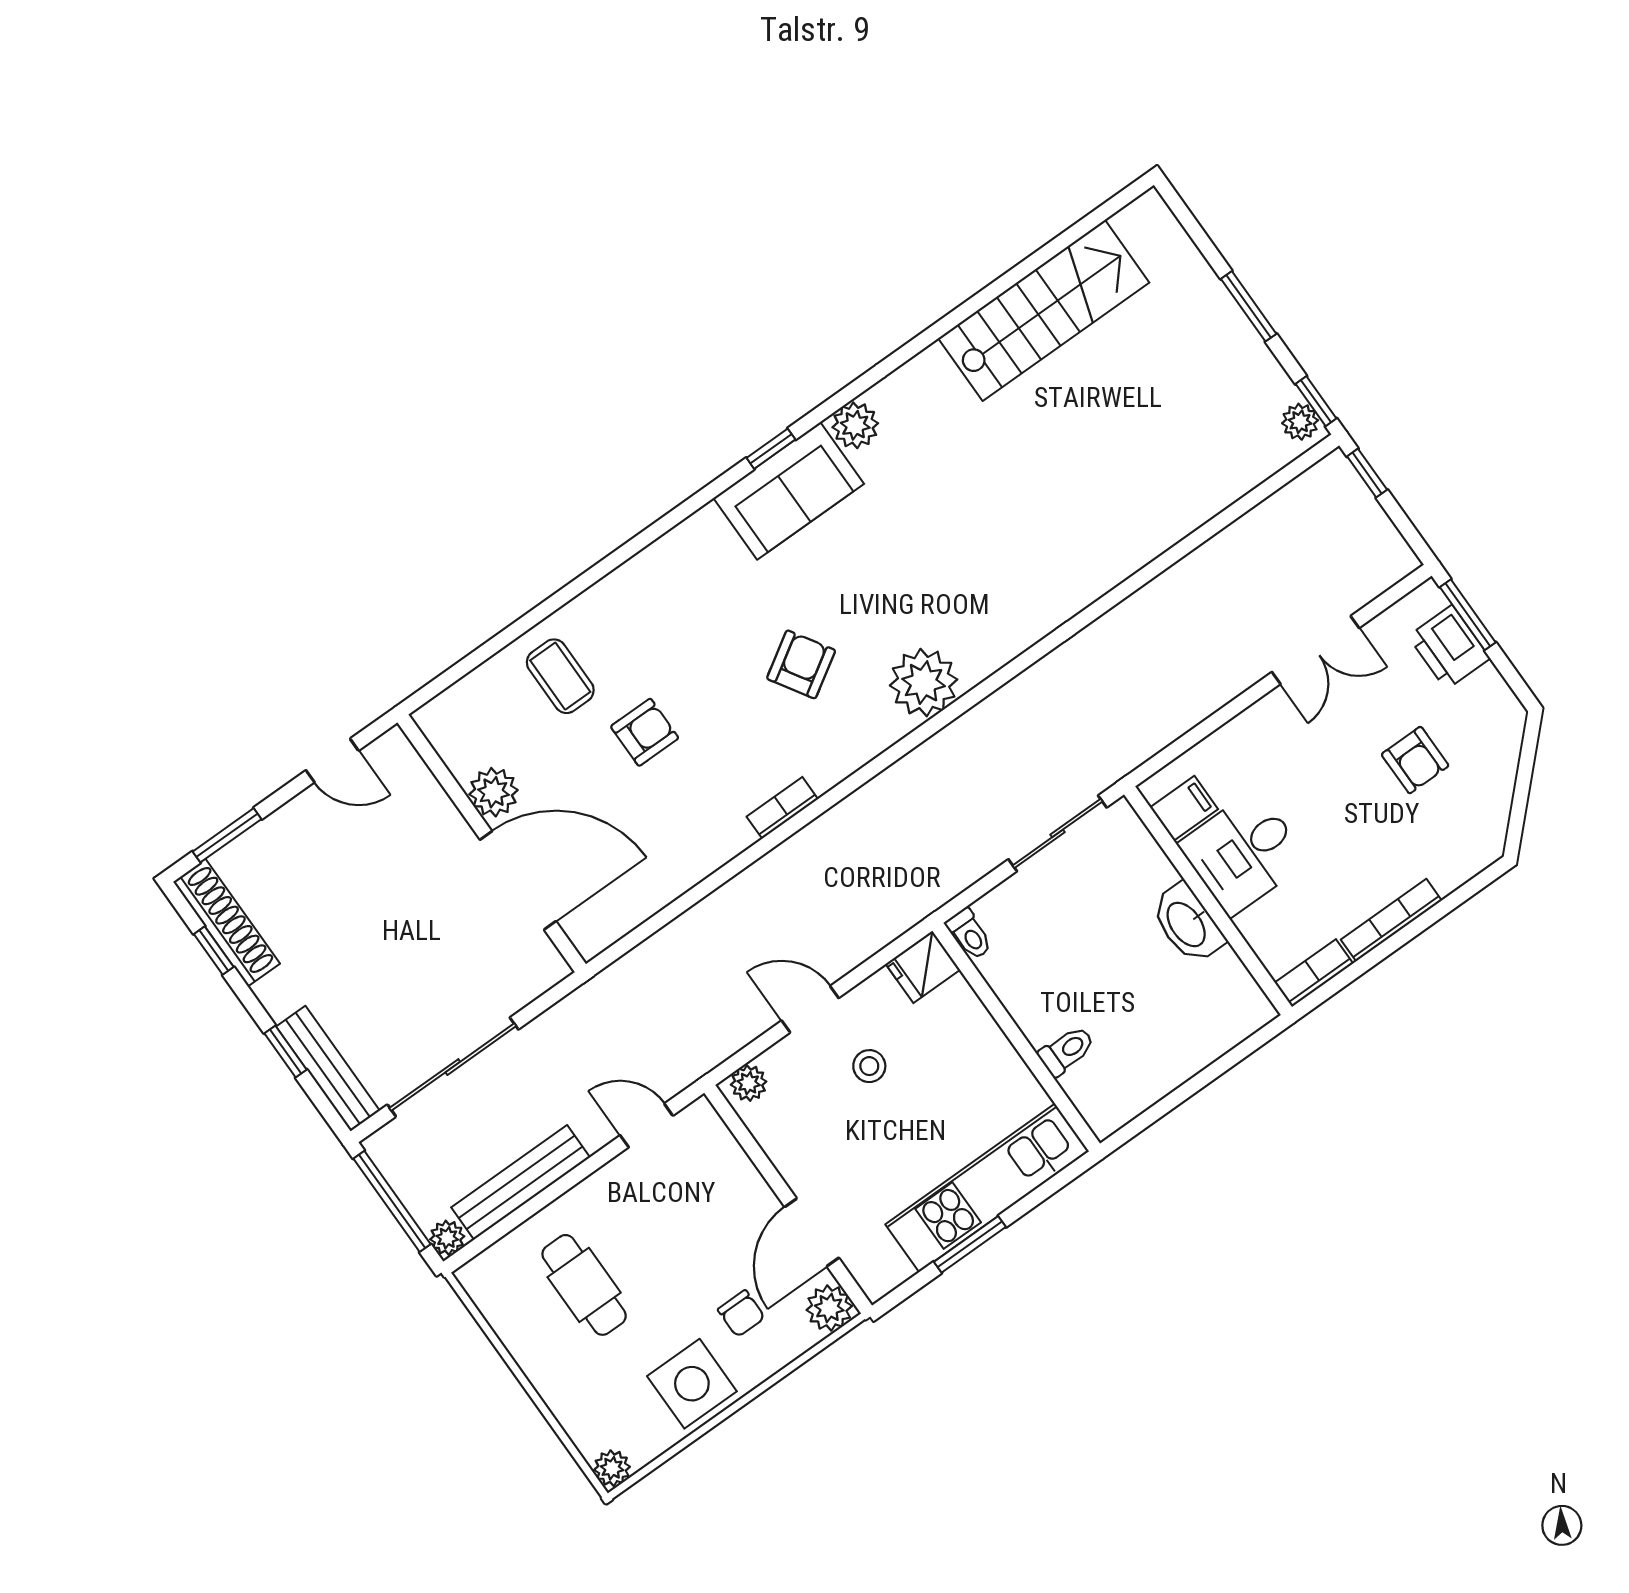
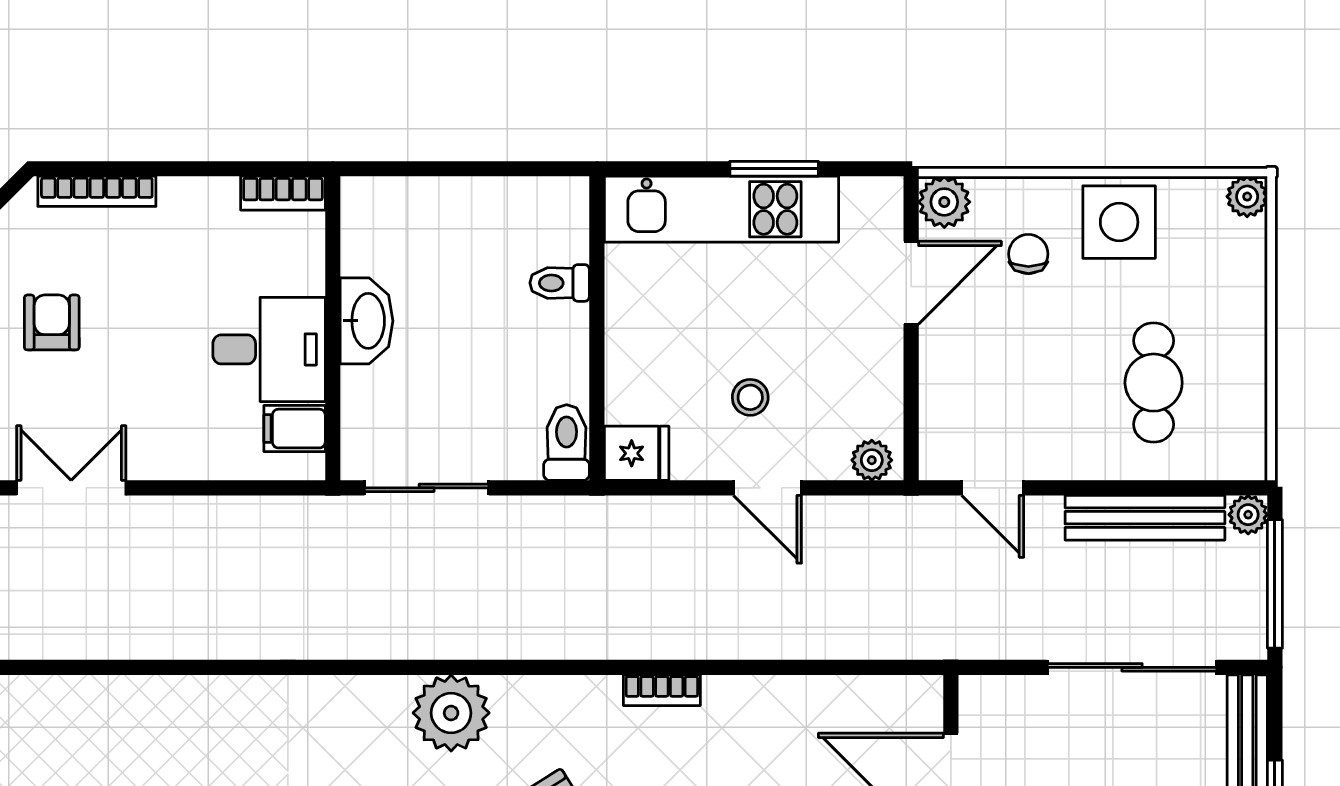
bookcase: (1391, 920) -> (97, 191), moved
toilet: (969, 934) -> (567, 443), width x1.37, depth x1.39

